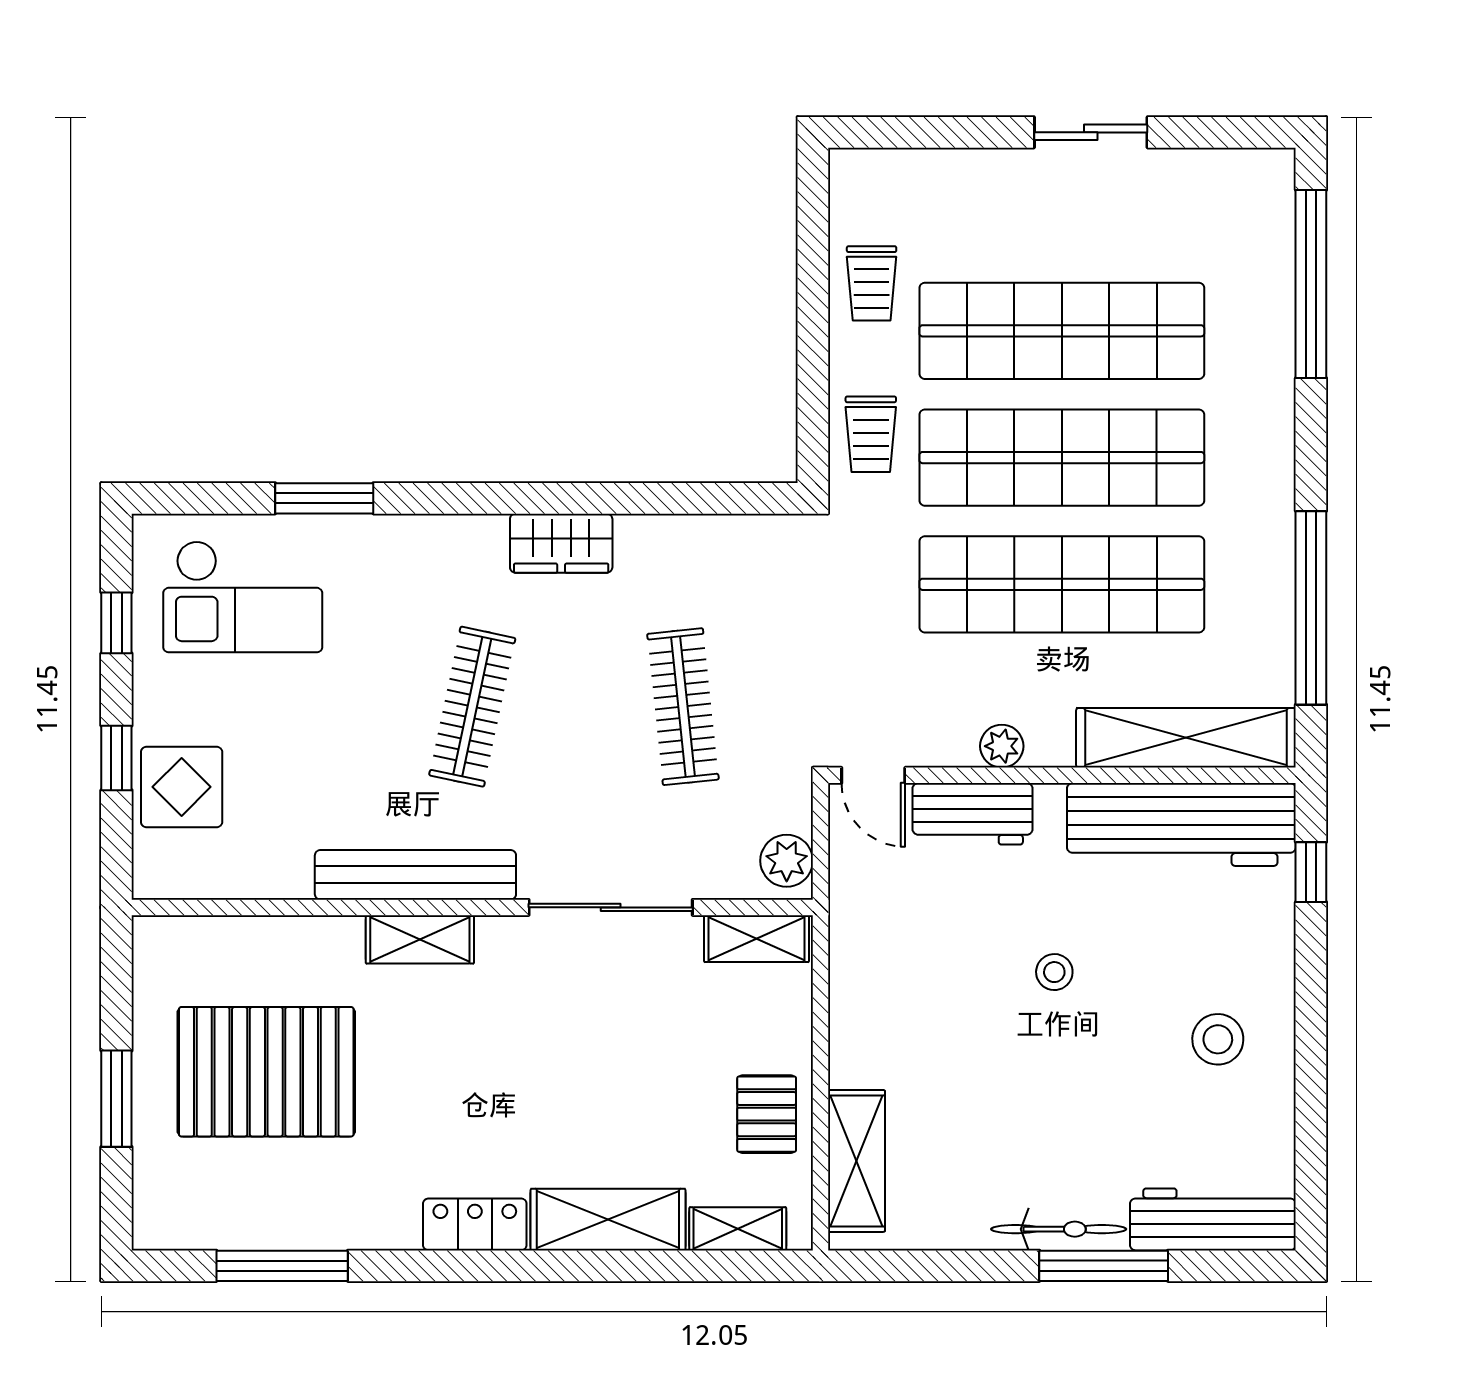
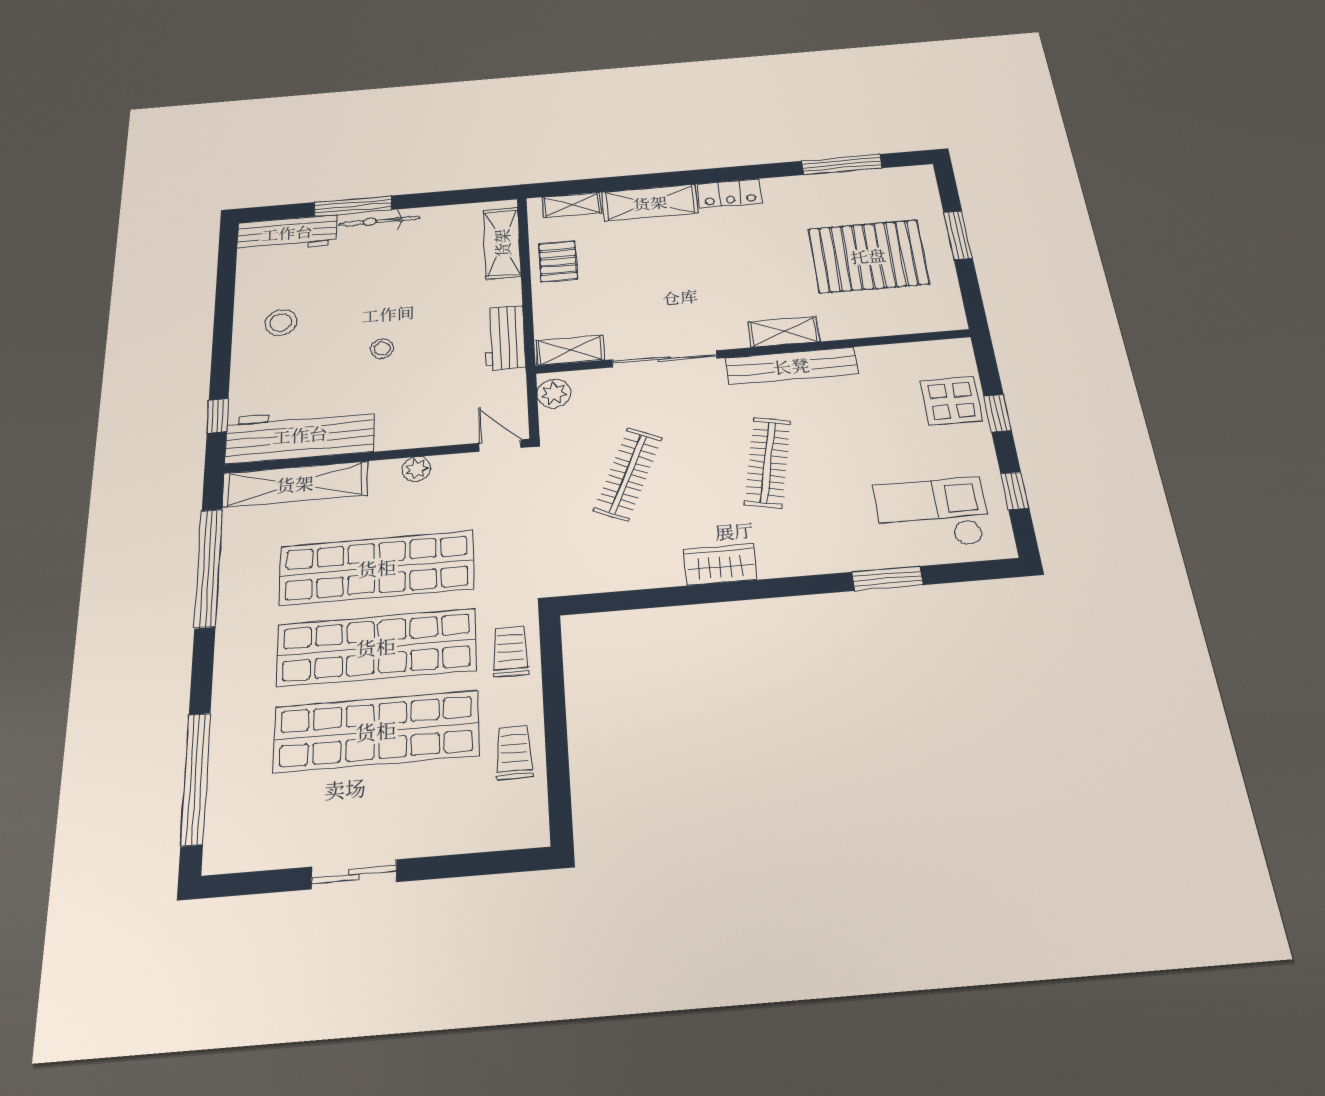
clothes rail: (683, 707) -> (628, 474), turned 30
workbench: (973, 814) -> (505, 338), moved, turned -90

